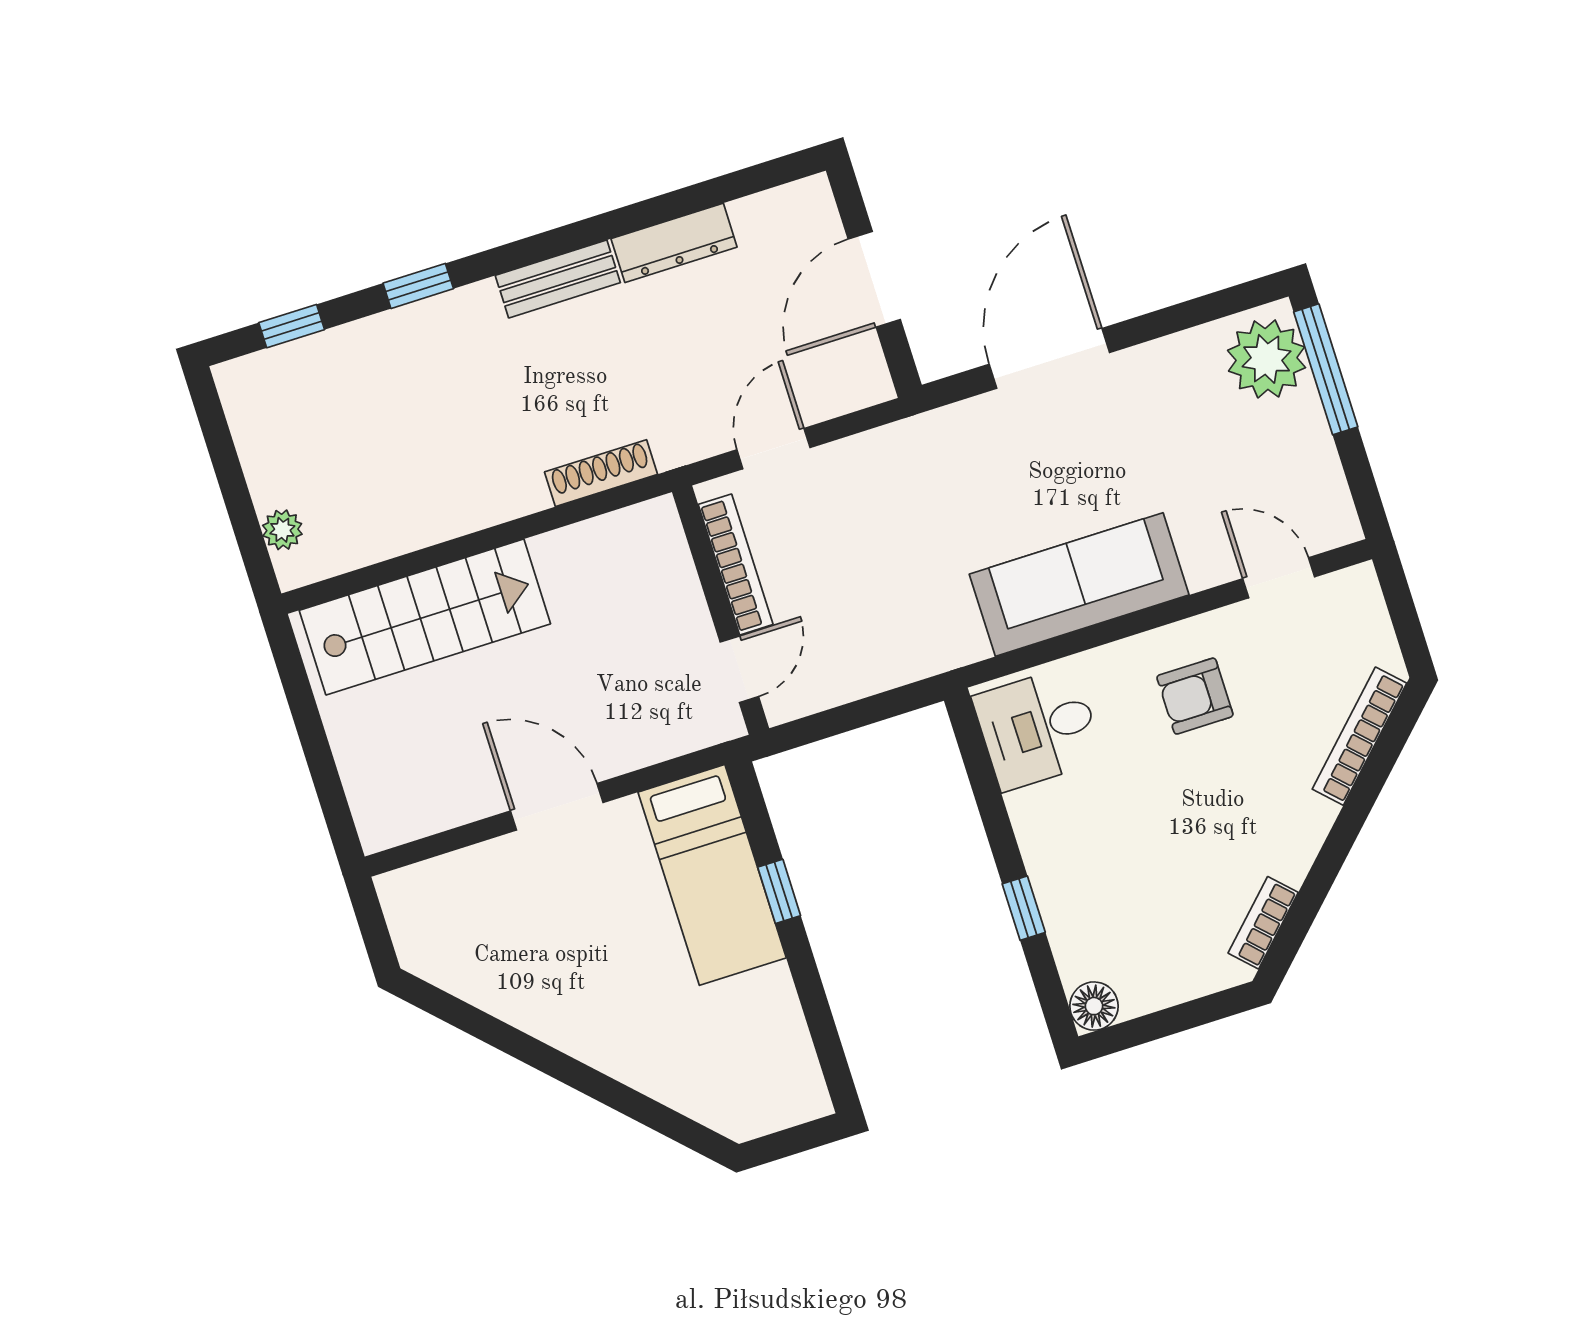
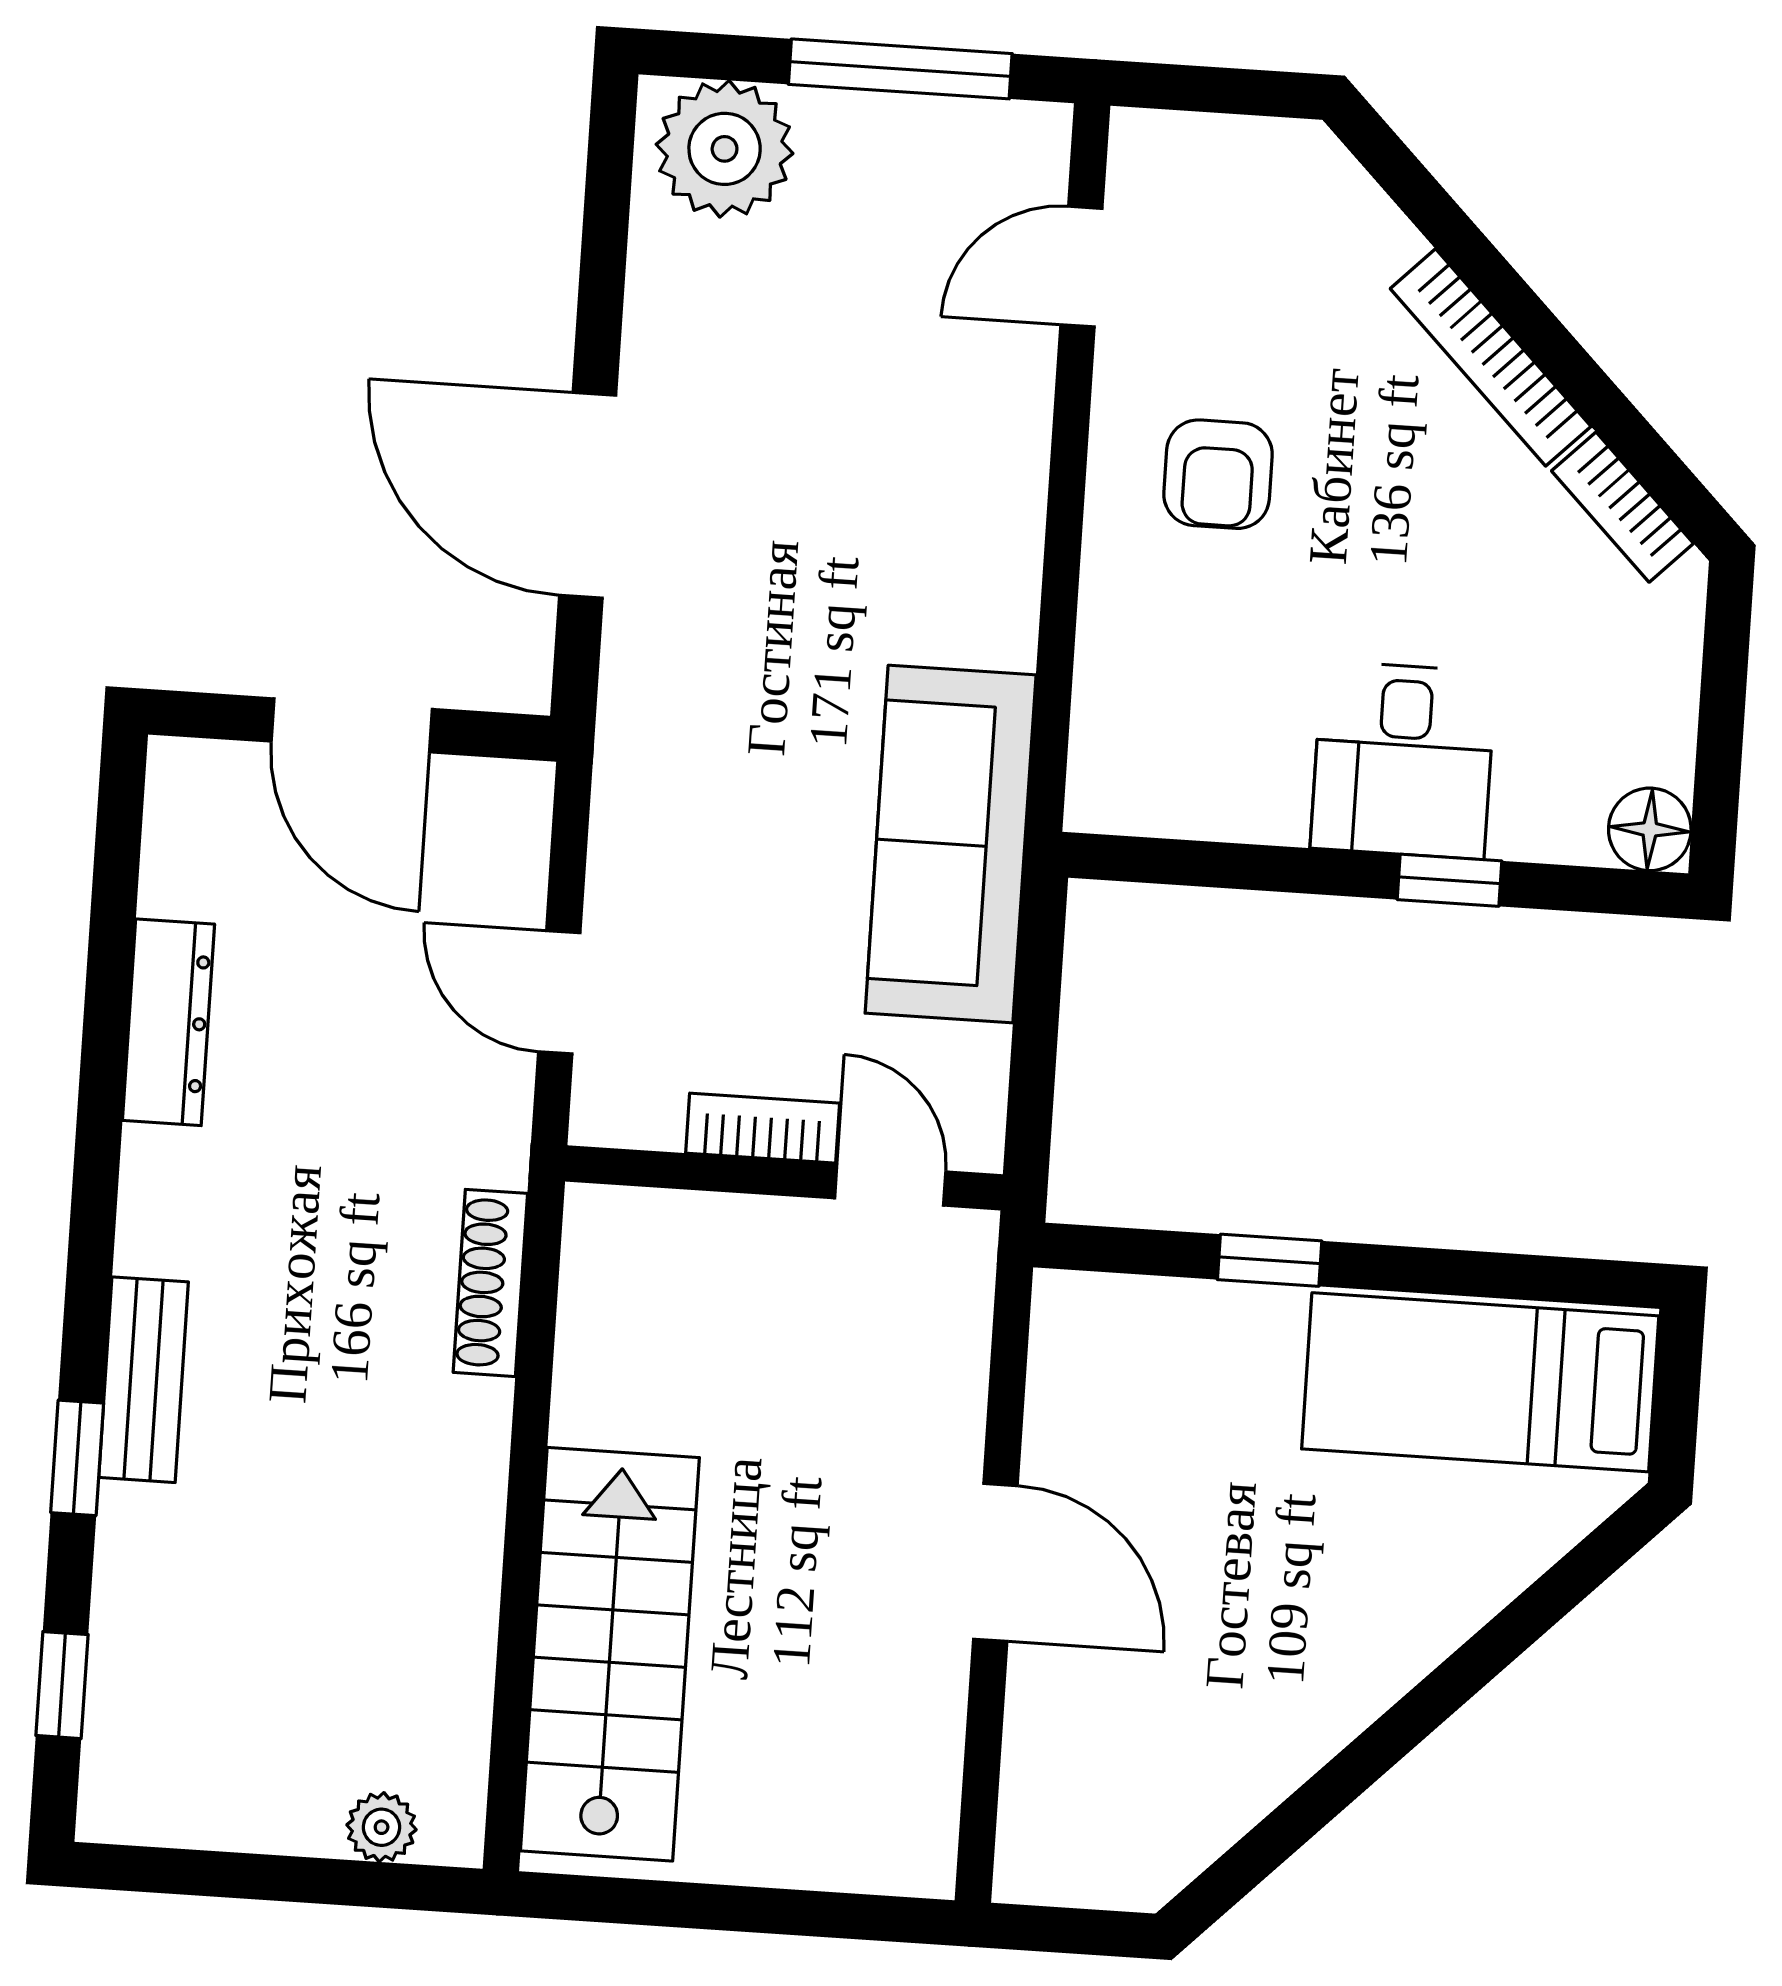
bench: (558, 279) -> (144, 1380), moved
window: (1326, 369) -> (900, 69), moved
bookcase: (736, 564) -> (763, 1128), width x0.64
sofa: (1079, 585) -> (951, 844), moved
desk: (1038, 728) -> (1403, 760), moved
bookcase: (1359, 736) -> (1491, 357), moved
door: (557, 807) -> (995, 1562), swing flipped
bed: (712, 875) -> (1480, 1382), moved, turned 180

